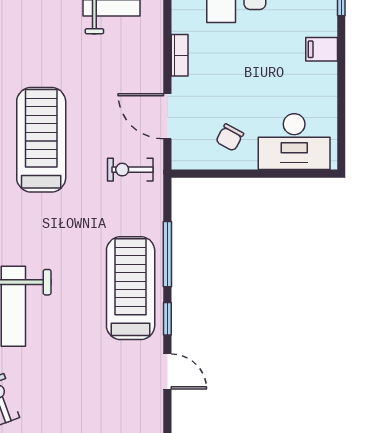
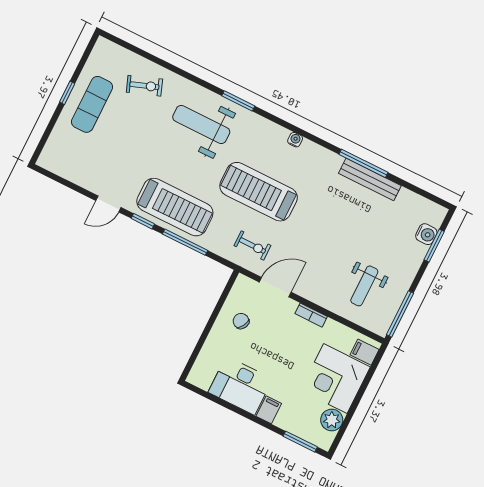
treadmill: (41, 140) -> (259, 192), moved, turned 180
desk: (294, 142) -> (240, 386), moved, turned -90
exercise bike: (130, 170) -> (252, 246), turned 90

